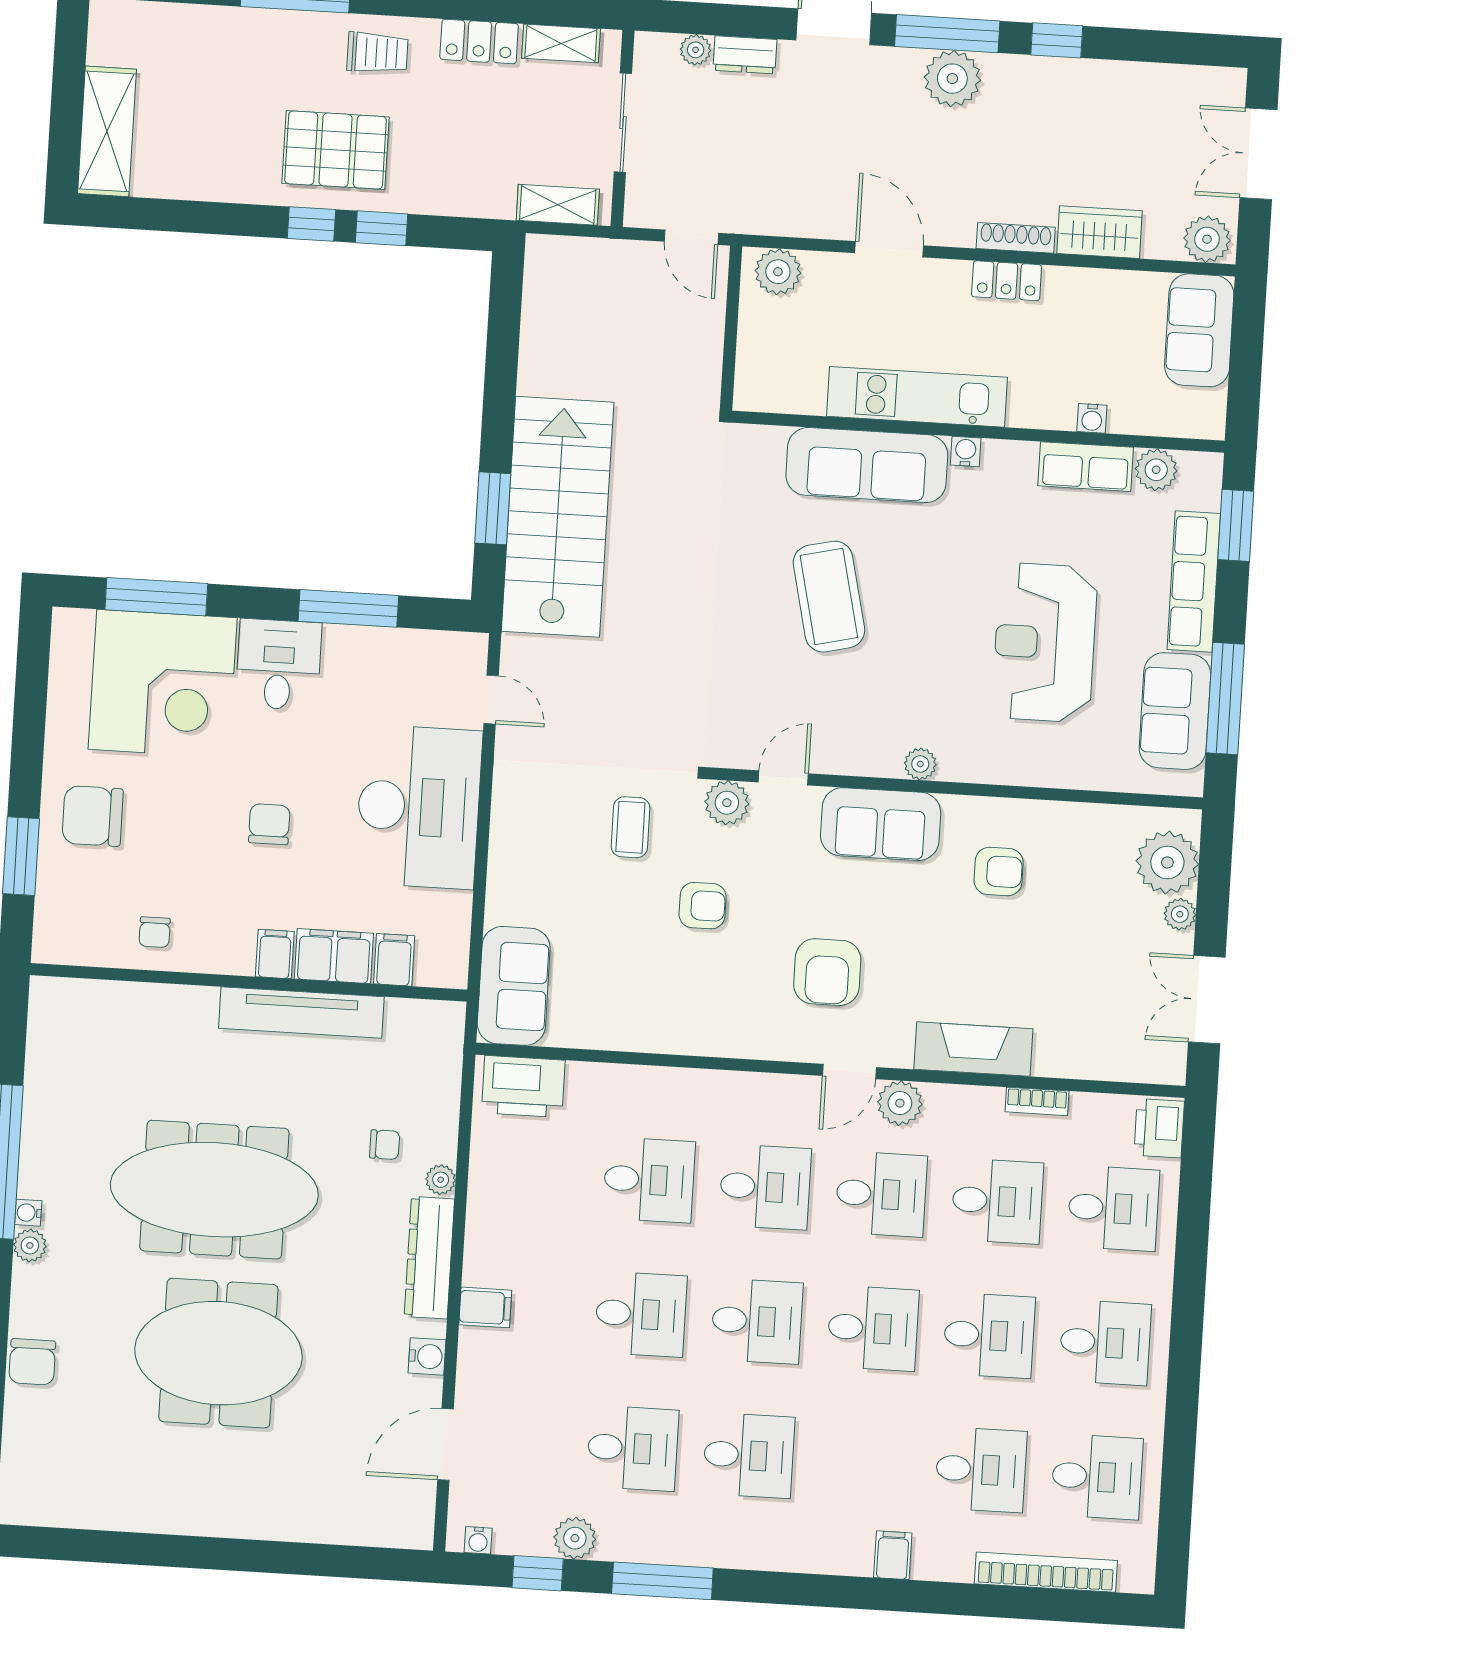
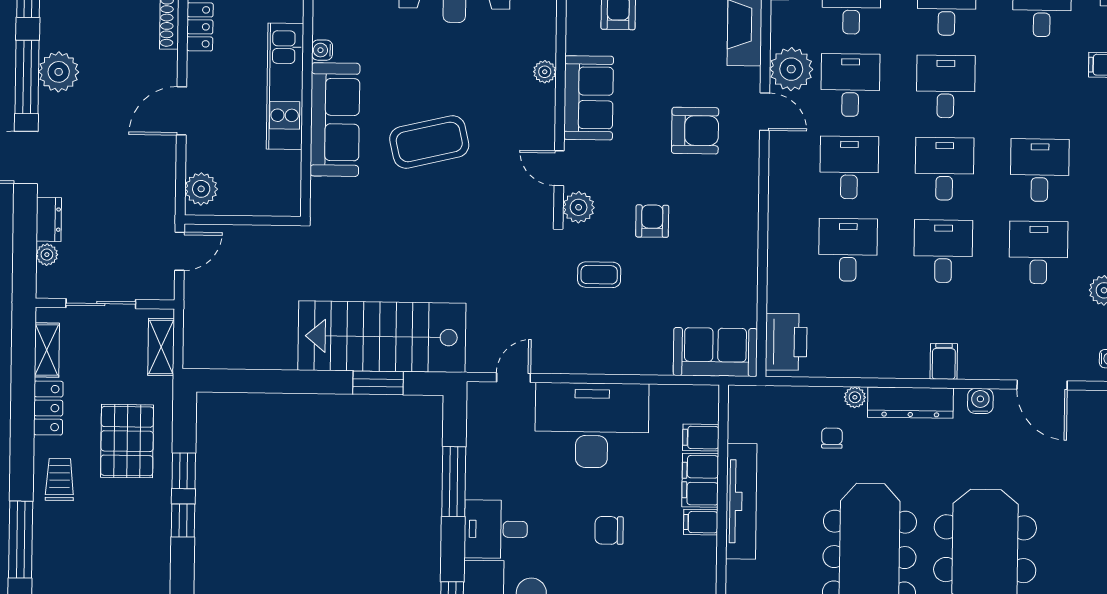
pallet: (336, 150) -> (127, 441), moved
plant: (900, 1103) -> (791, 69), width x1.36, depth x1.36

